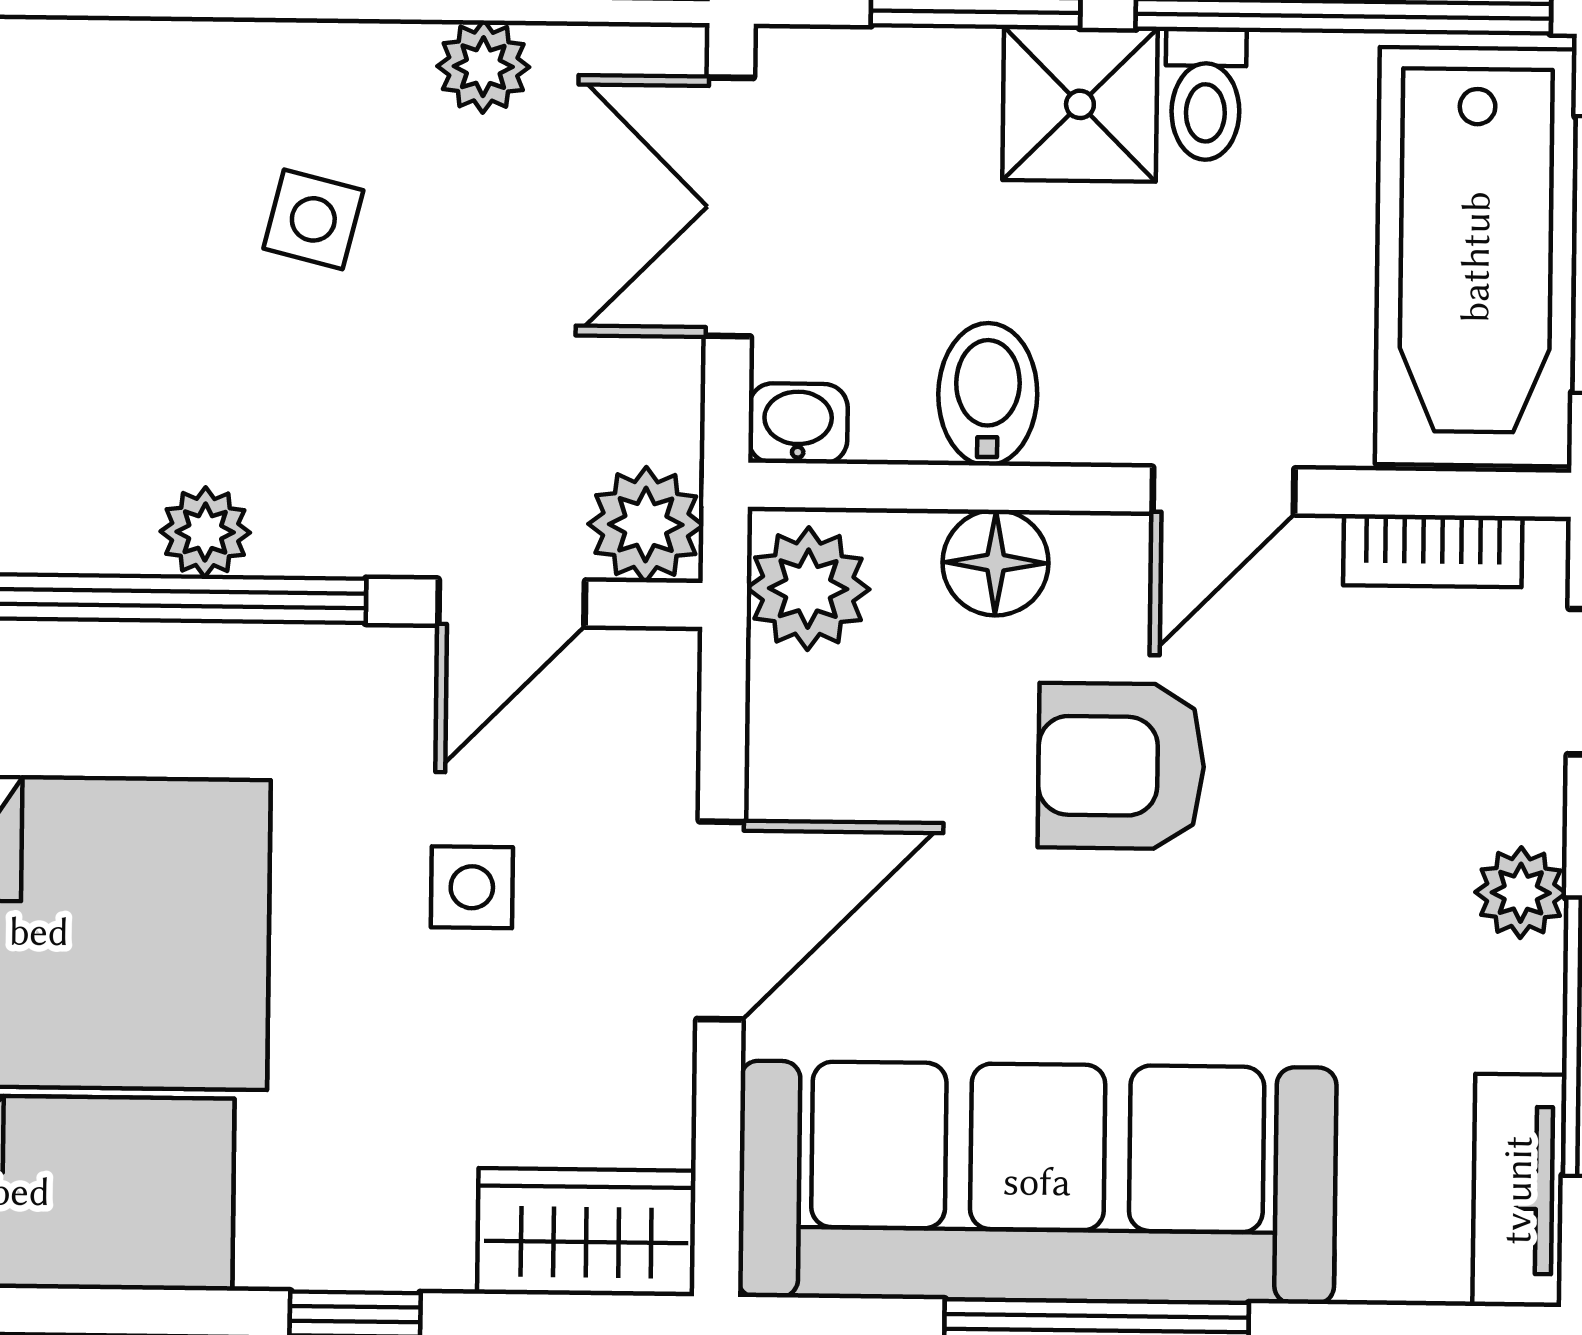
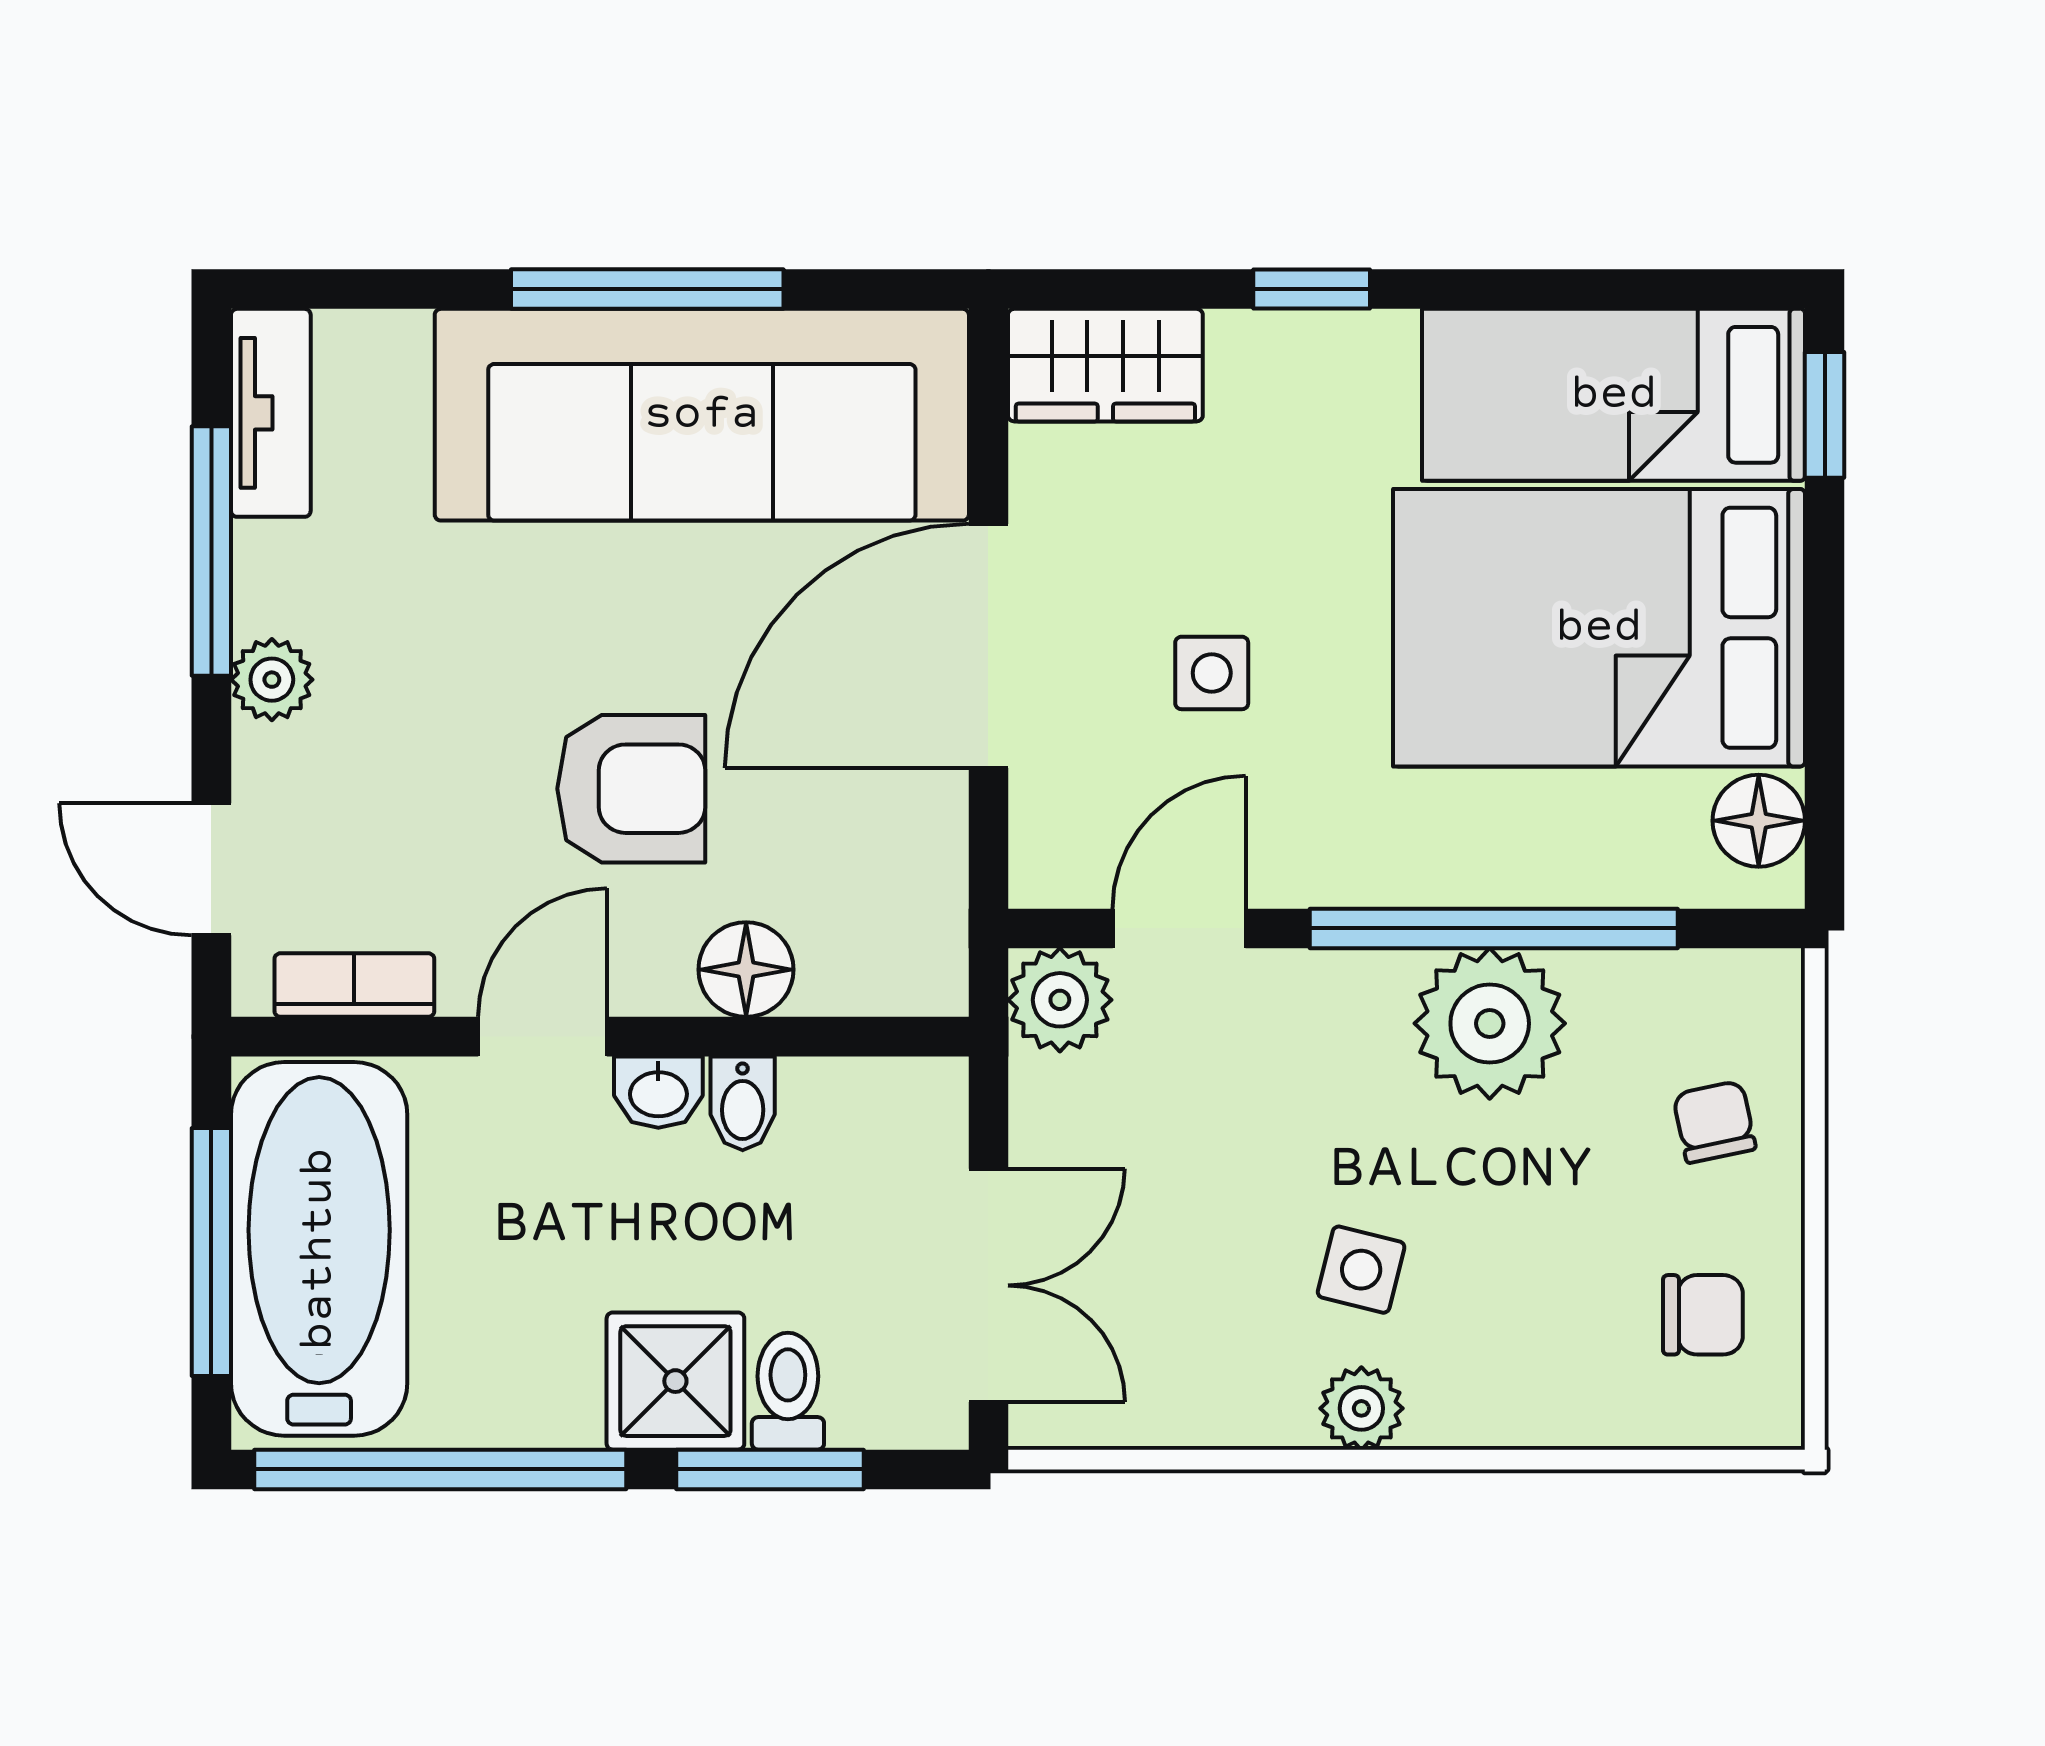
plant: (483, 67) -> (1361, 1408), moved
toilet: (1206, 95) -> (788, 1391), moved
bidet: (988, 394) -> (743, 1103), width x0.72, depth x0.74
washbasin: (798, 423) -> (658, 1092), moved
plant: (205, 532) -> (1490, 1023), width x1.88, depth x1.88
plant: (808, 589) -> (914, 944), removed
door: (721, 920) -> (988, 646), width x1.36

